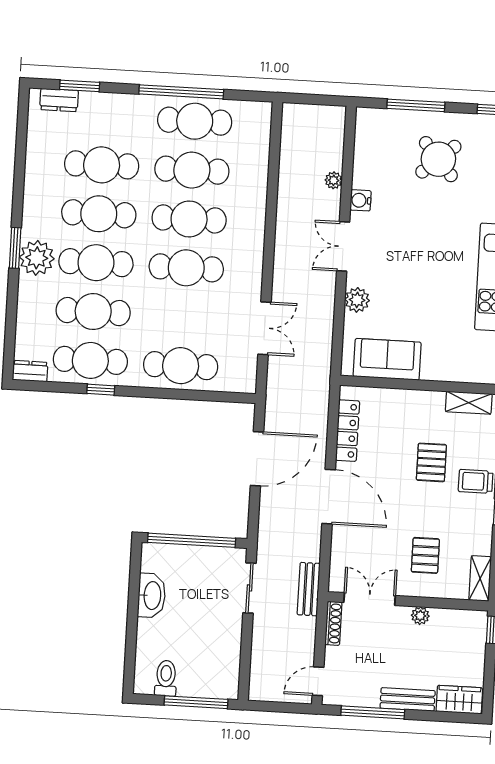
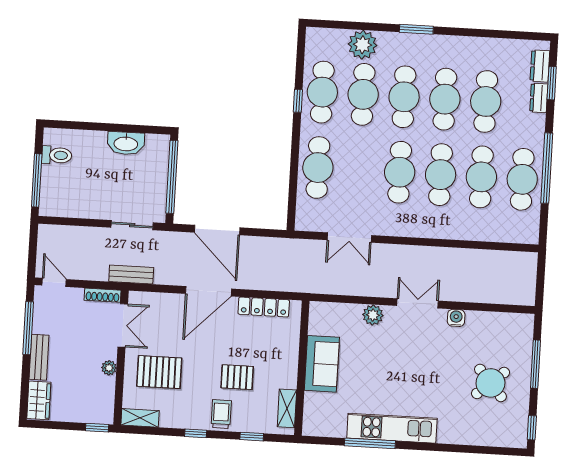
plant: (334, 180) -> (473, 295), removed
plant: (37, 258) -> (362, 45), moved
sofa: (387, 359) -> (322, 364), moved
dresser: (30, 371) -> (539, 98), moved, turned 180
door: (257, 459) -> (217, 230), moved
pallet: (425, 555) -> (159, 372), width x1.50, depth x1.42

